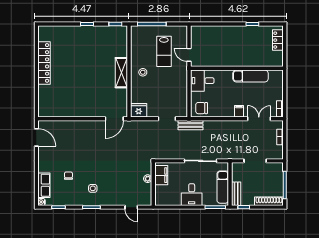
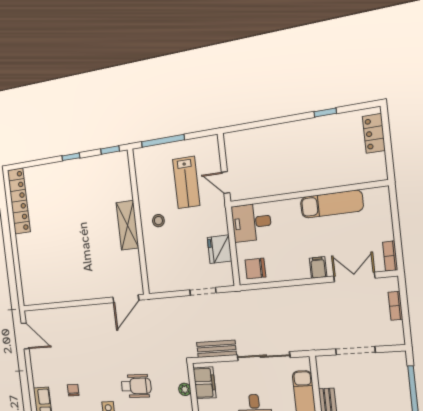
locker: (44, 63) -> (19, 201), moved
fridge: (139, 110) -> (219, 249), moved, turned -90
bench: (190, 125) -> (216, 349), moved
wheelchair: (115, 175) -> (136, 386), added

